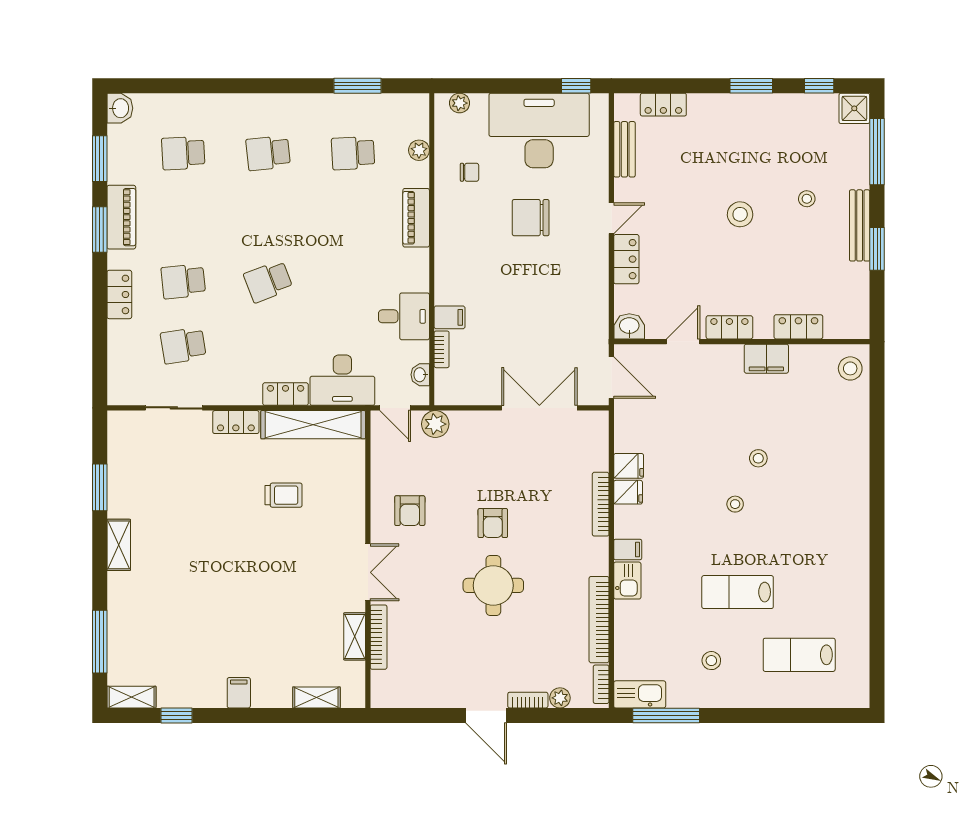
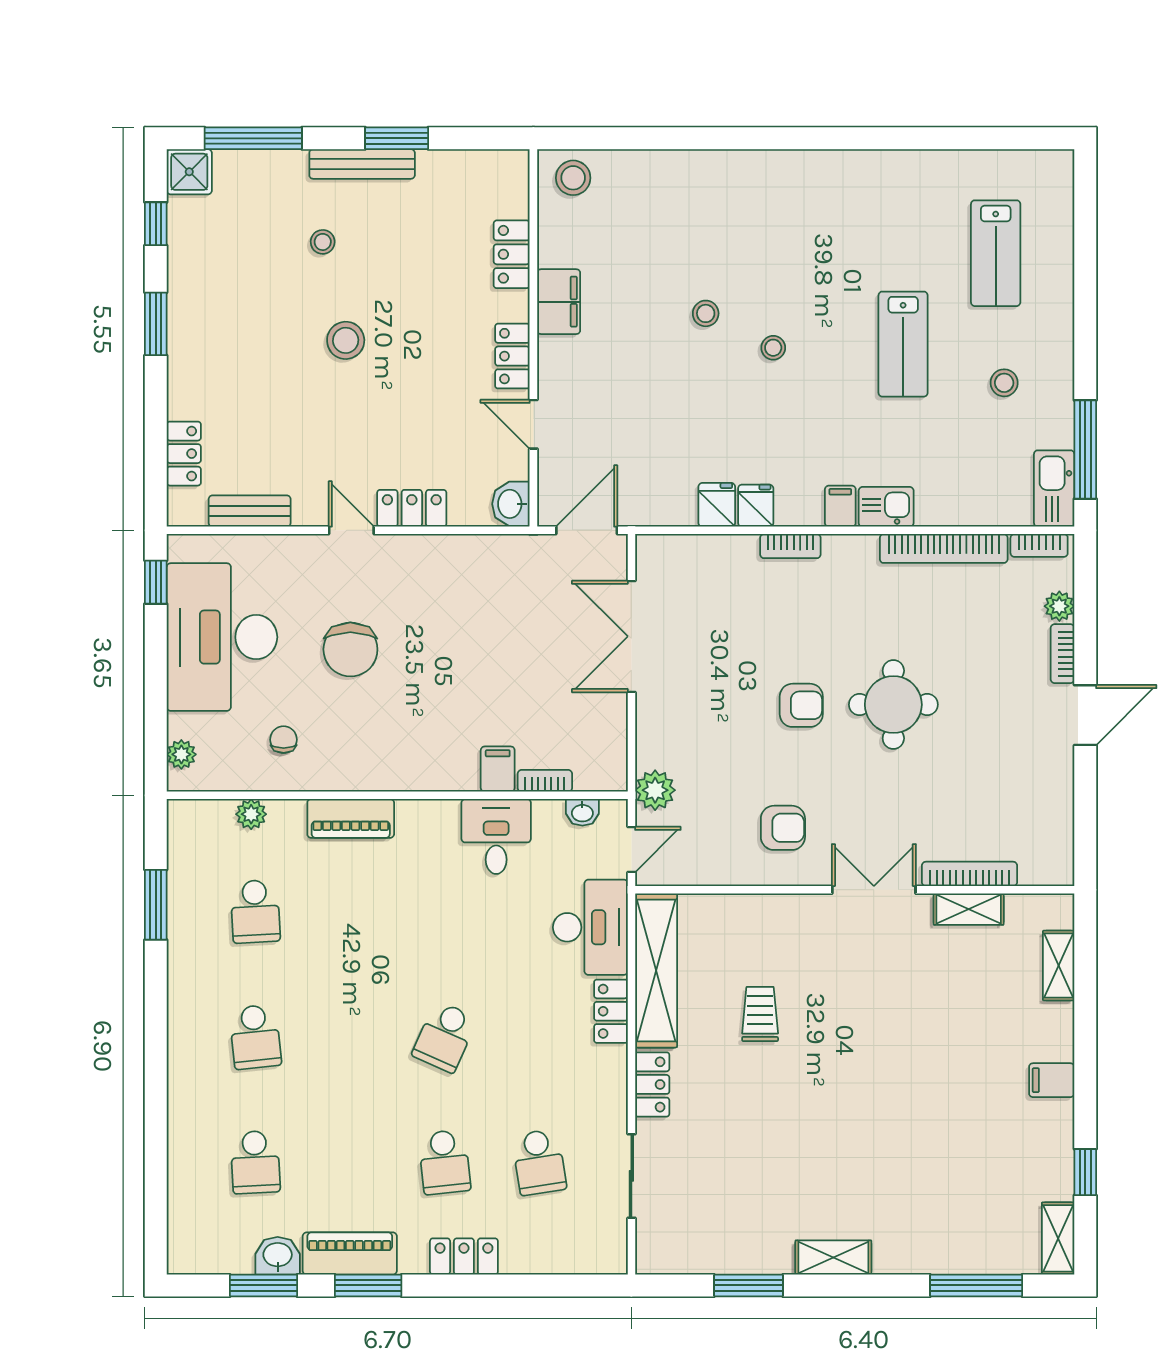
washbasin: (120, 108) -> (278, 1256), moved
school desk: (268, 281) -> (445, 1037), turned 45
bookcase: (601, 504) -> (790, 546), width x0.64

